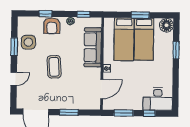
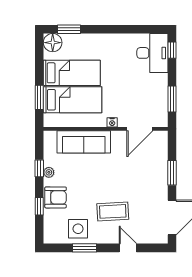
window: (84, 14) -> (39, 168), moved
window: (140, 15) -> (39, 97), moved
window: (176, 50) -> (69, 29), moved
coffee table: (54, 67) -> (113, 211), moved
door: (102, 89) -> (140, 129), swing flipped
window: (149, 113) -> (172, 50), moved

